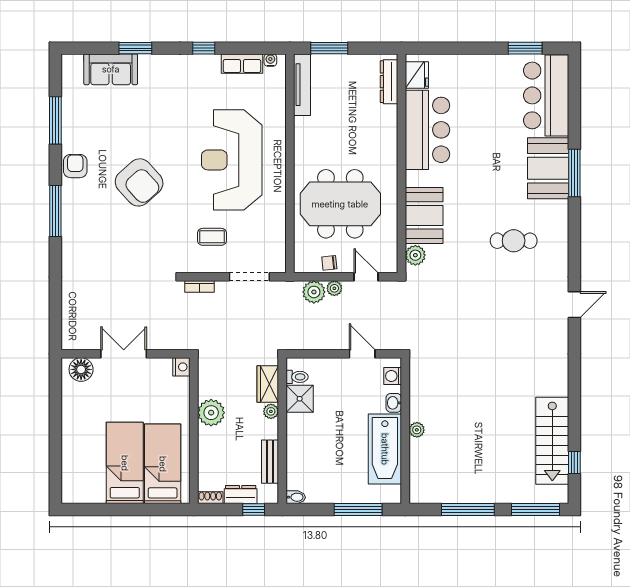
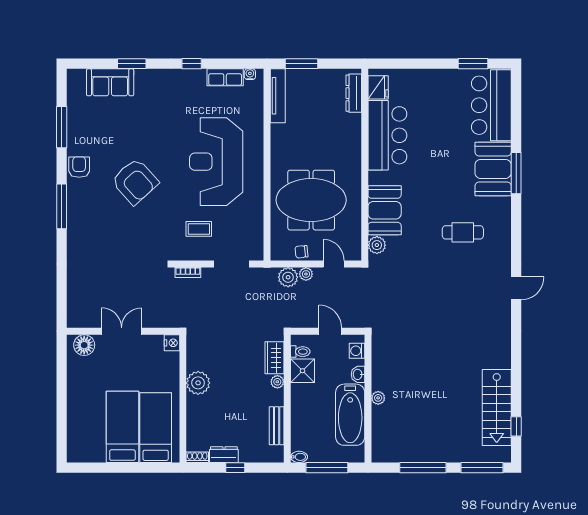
toilet: (297, 377) -> (300, 352), moved
wardrobe: (268, 384) -> (275, 358), moved
shower: (300, 399) -> (302, 371), moved
plant: (271, 411) -> (277, 382), moved
wall: (282, 431) -> (287, 399), moved
bench: (270, 462) -> (277, 426), moved
bidet: (296, 497) -> (299, 457), moved

